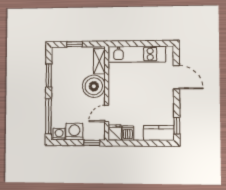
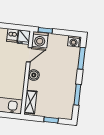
boiler: (94, 86) -> (34, 75), width x0.54, depth x0.54
window: (48, 116) -> (82, 58), width x0.69
washing machine: (74, 132) -> (40, 40), moved

